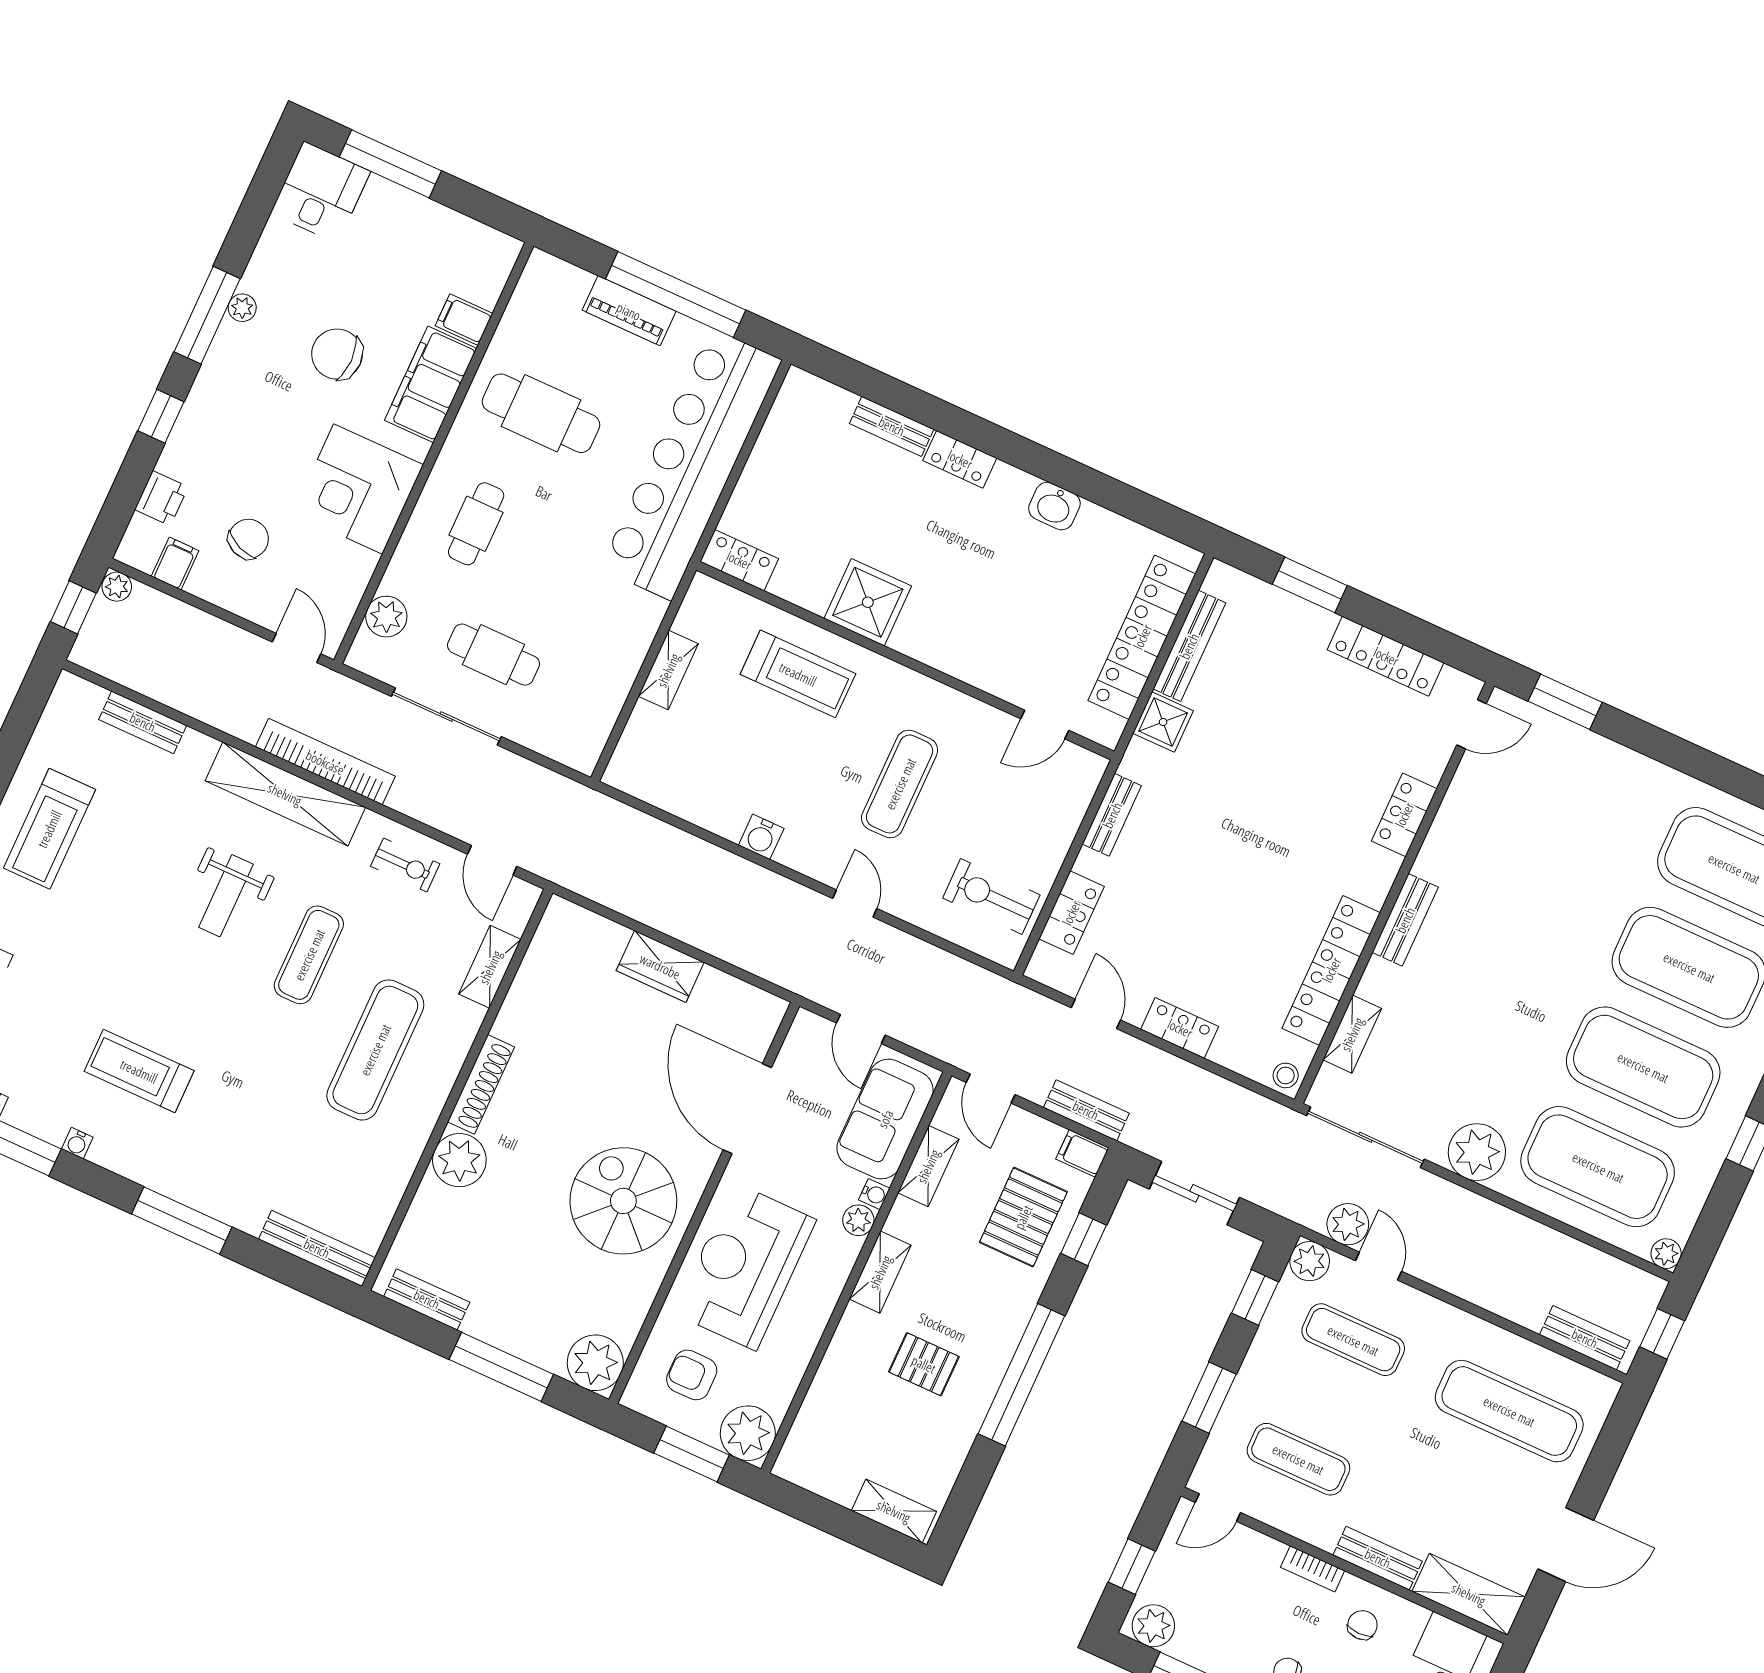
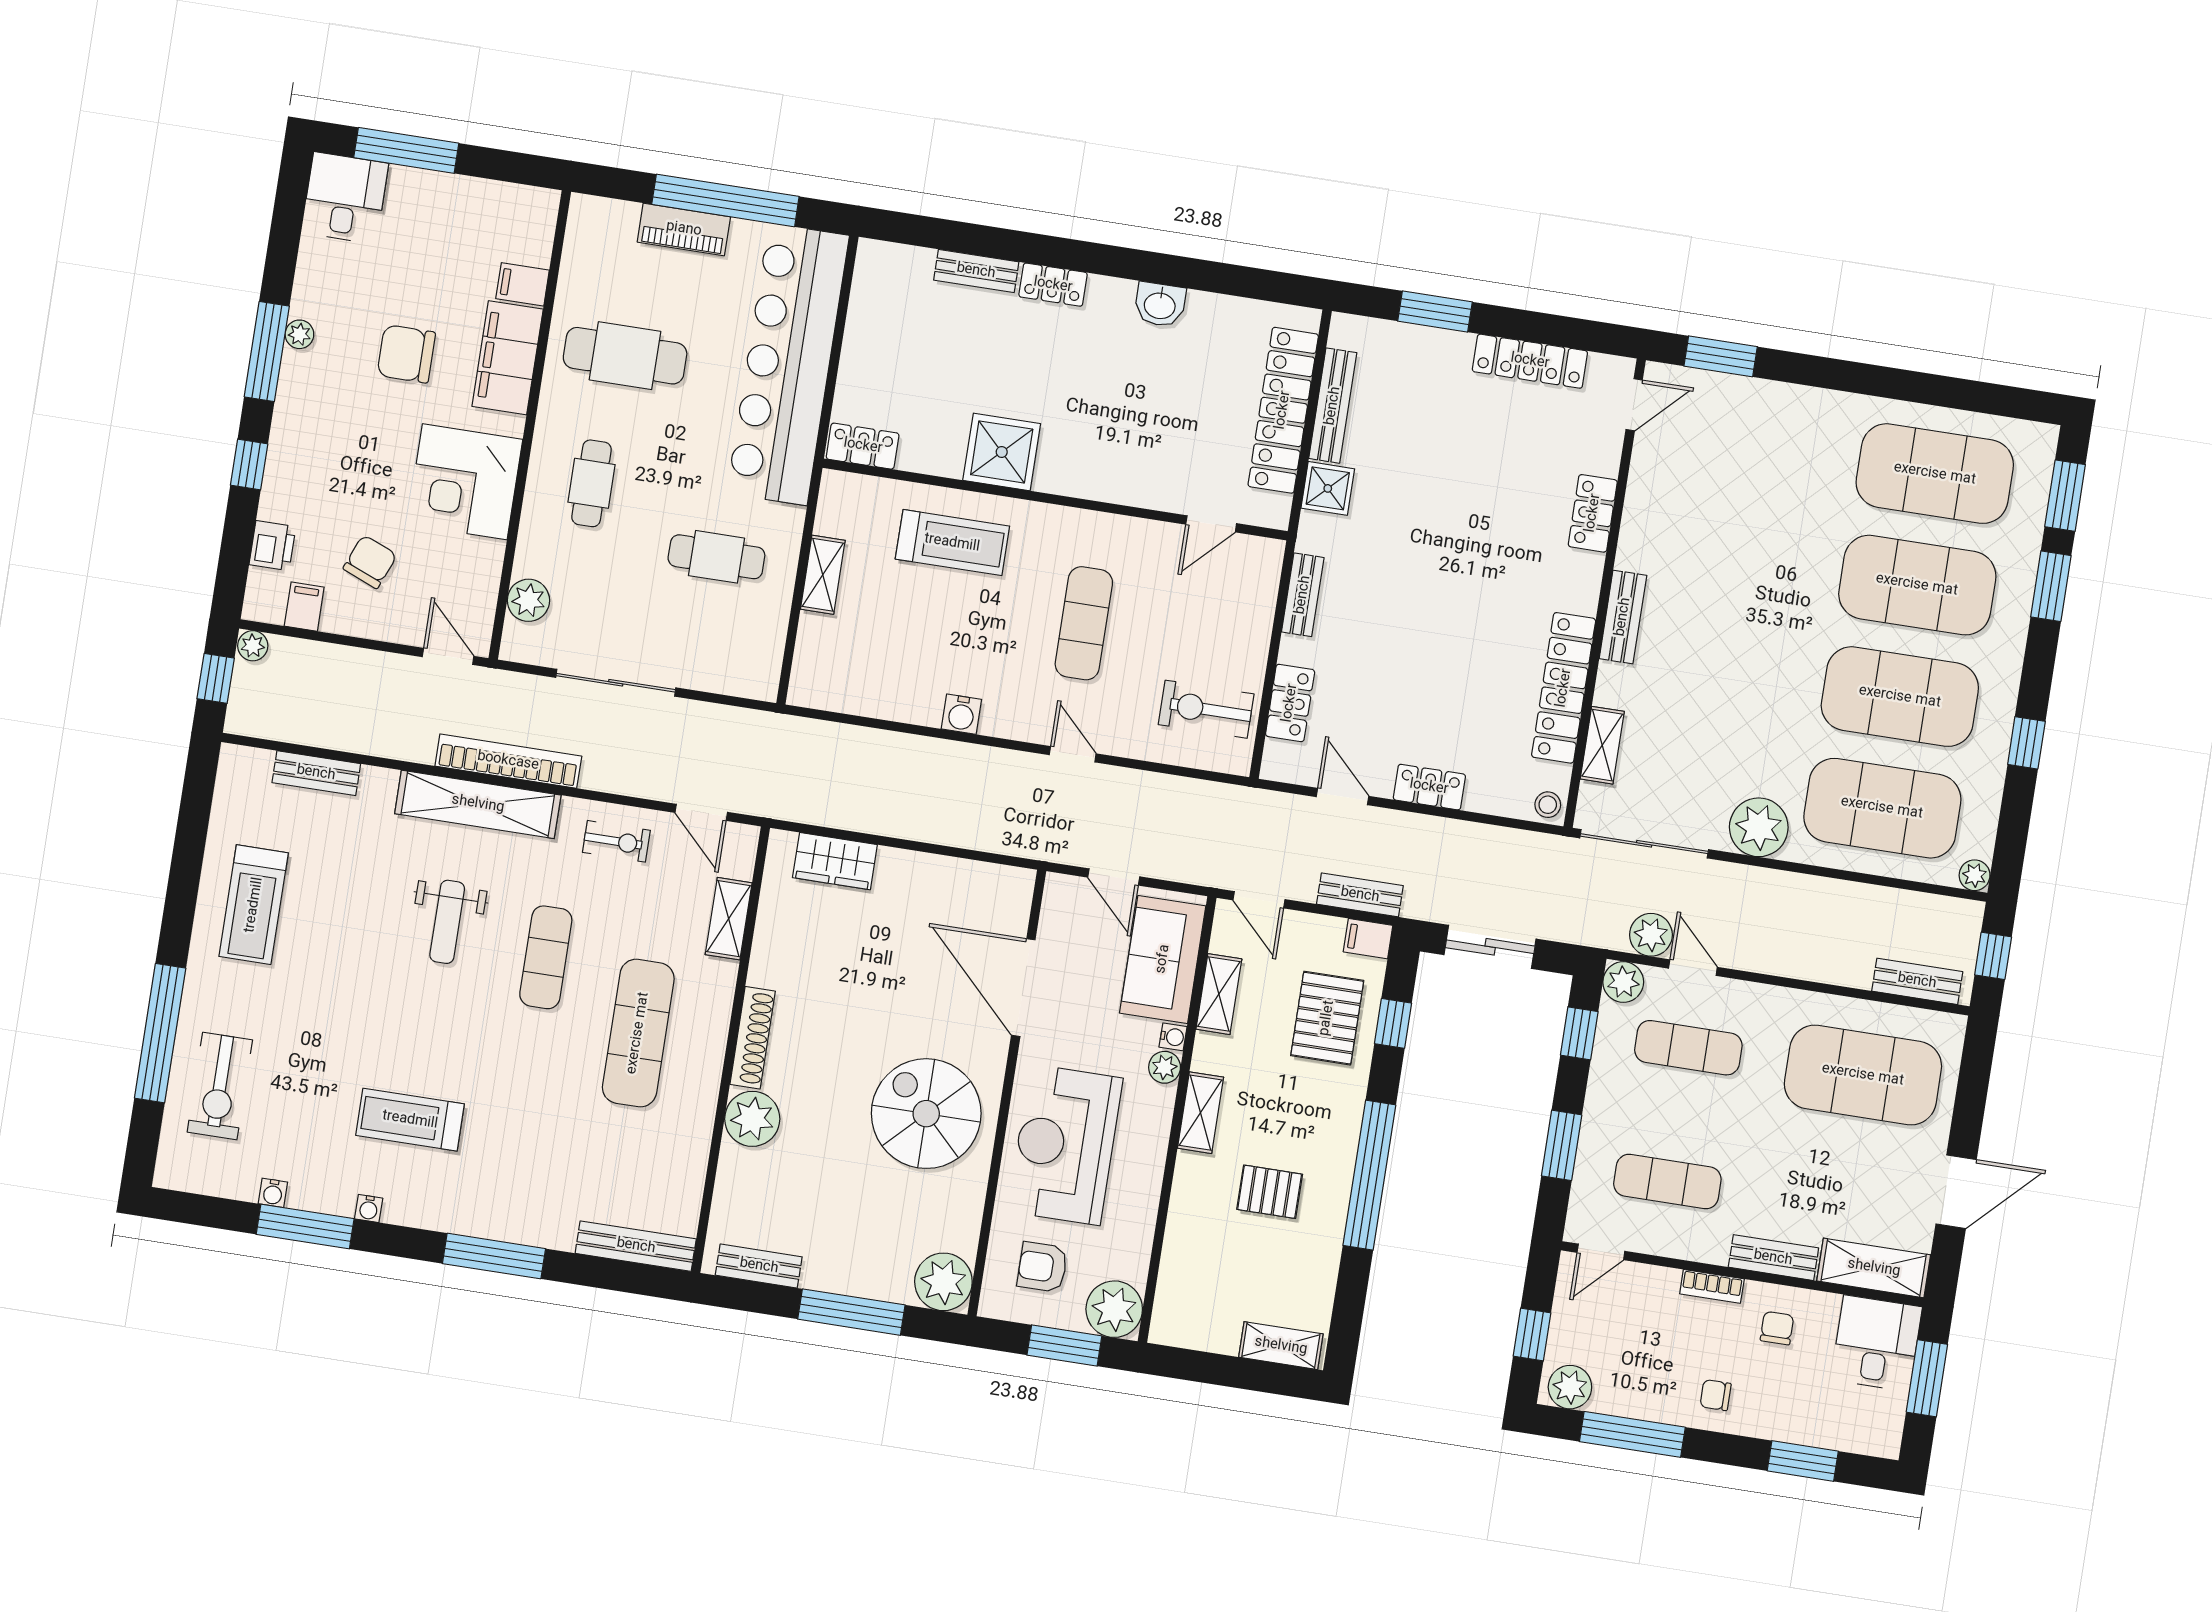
cafe table: (494, 655) -> (716, 557), moved
wardrobe: (660, 966) -> (835, 861), moved
exercise mat: (1509, 1411) -> (1863, 1075), width x1.47

